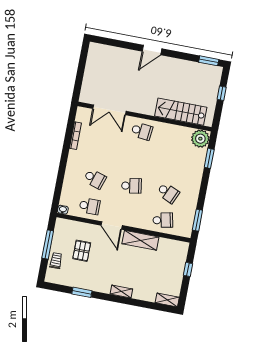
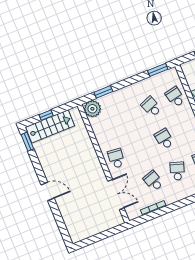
stairs: (181, 112) -> (50, 126), moved, turned -90
school desk: (100, 151) -> (153, 181), added
school desk: (168, 193) -> (151, 107), turned -45

